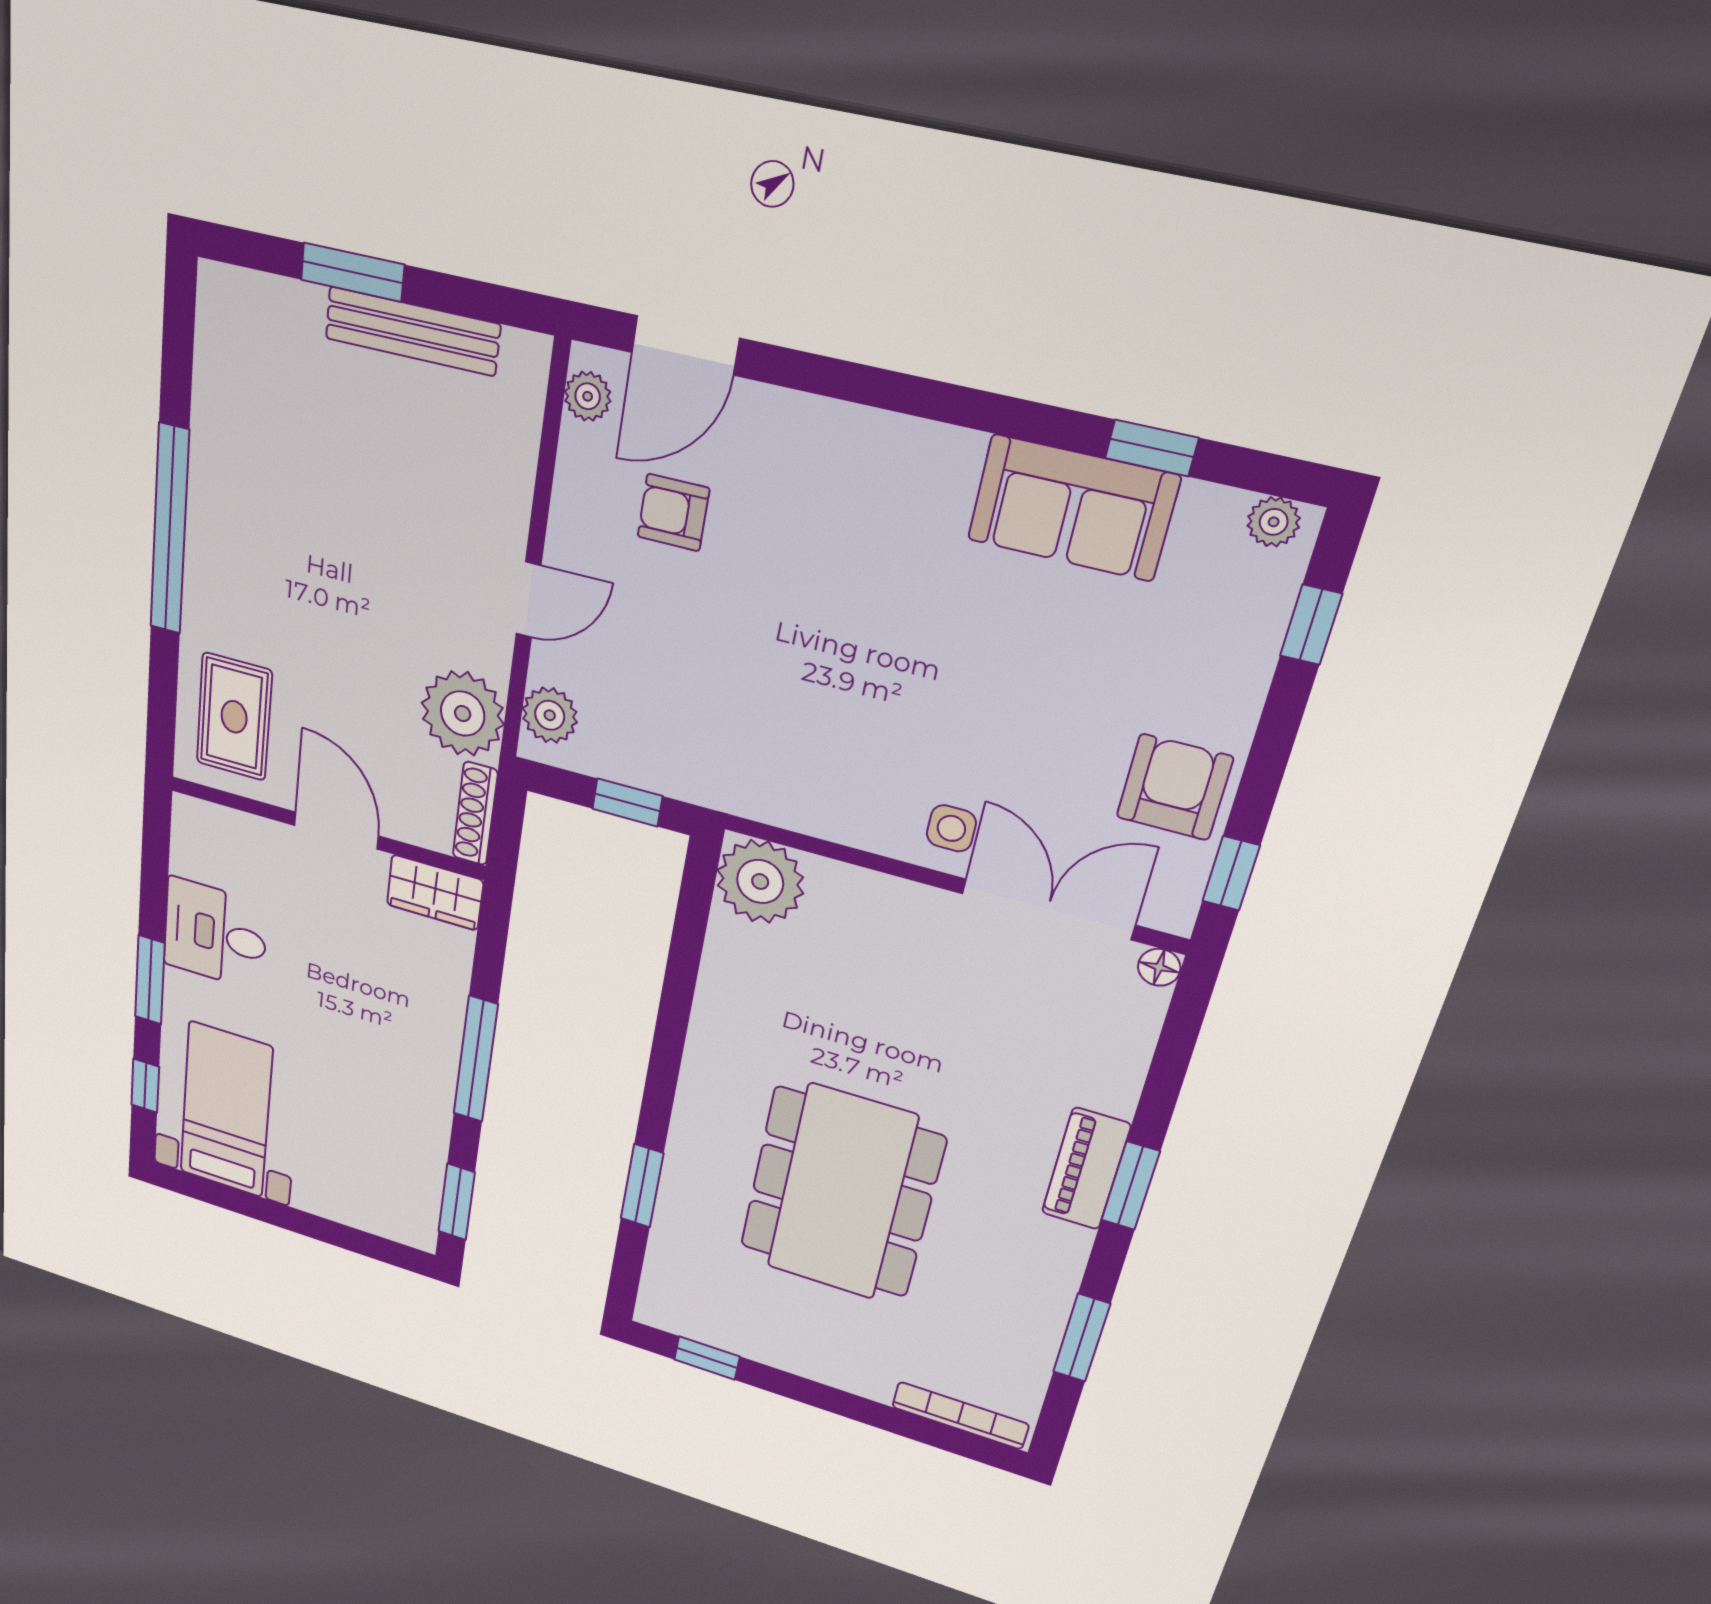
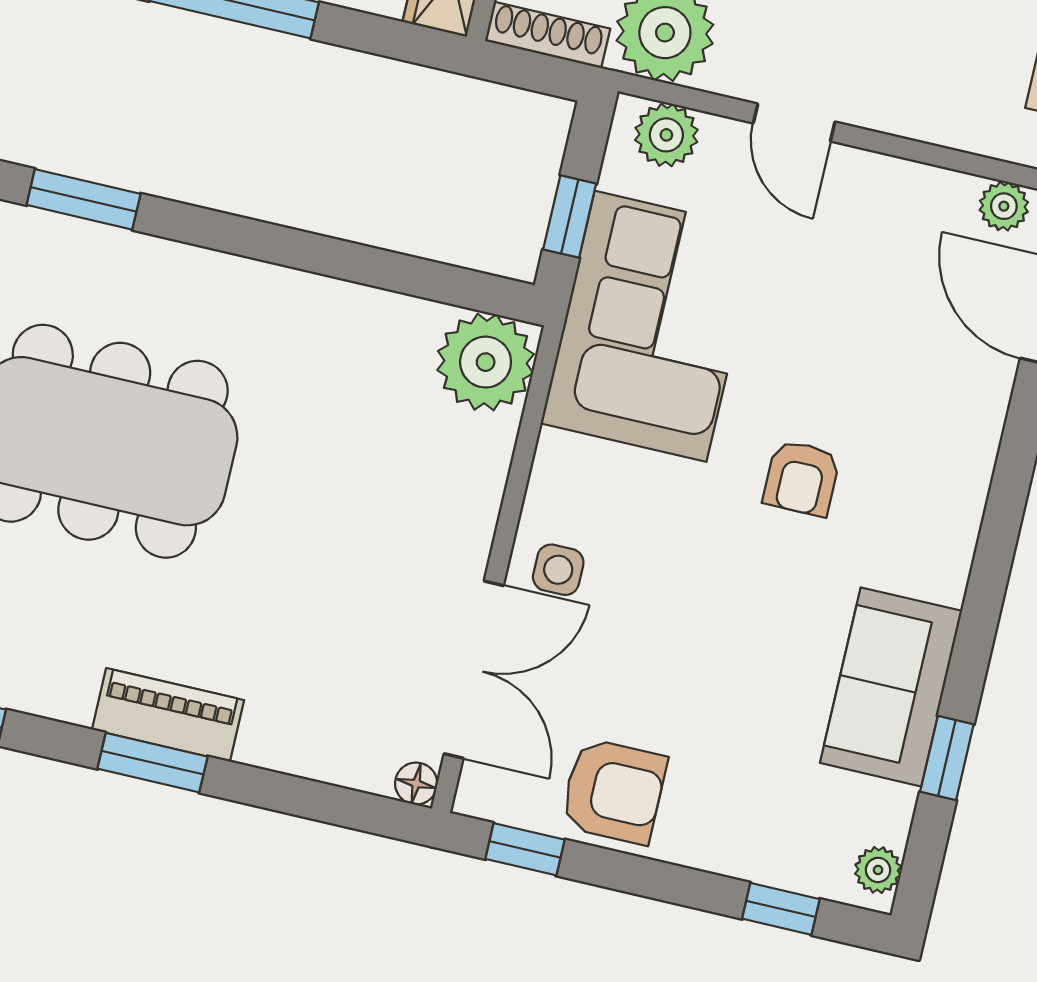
armchair: (673, 513) -> (801, 478), moved, turned 180
corner sofa: (721, 735) -> (651, 326), added

